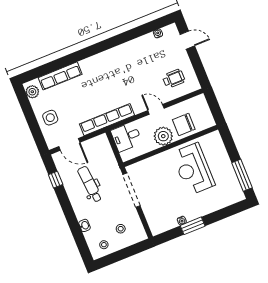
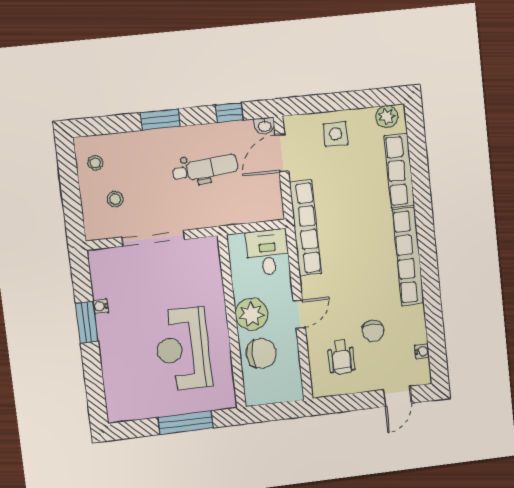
row of seats: (107, 57) -> (408, 257), added
chair: (154, 65) -> (373, 331), added
chair: (184, 125) -> (261, 353), turned 90
reception desk: (193, 169) -> (183, 349), turned -90
window: (242, 175) -> (186, 423), moved
doorway: (131, 190) -> (153, 238), moved
window: (70, 216) -> (160, 120), added
washbasin: (84, 225) -> (265, 126), moved

